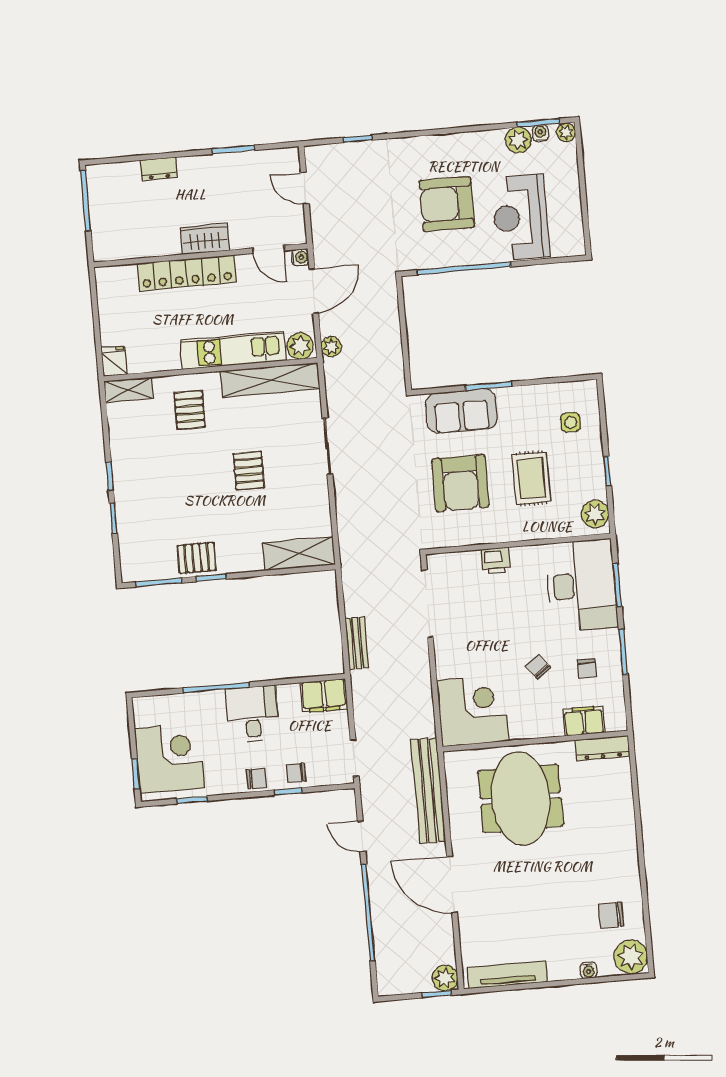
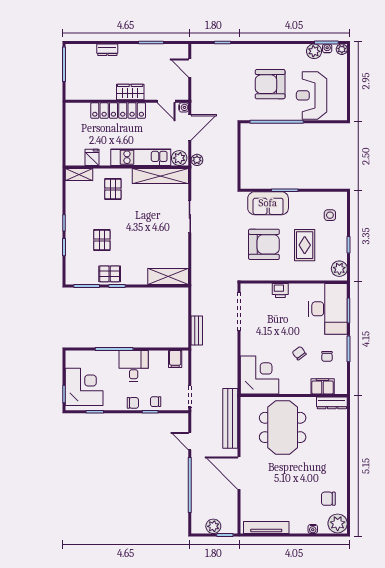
fridge: (114, 361) -> (92, 157), moved
pallet: (249, 471) -> (102, 240), moved
armchair: (460, 483) -> (264, 244), turned -90
filing cabinet: (324, 696) -> (175, 359), width x0.50
plant: (445, 978) -> (213, 526), moved

